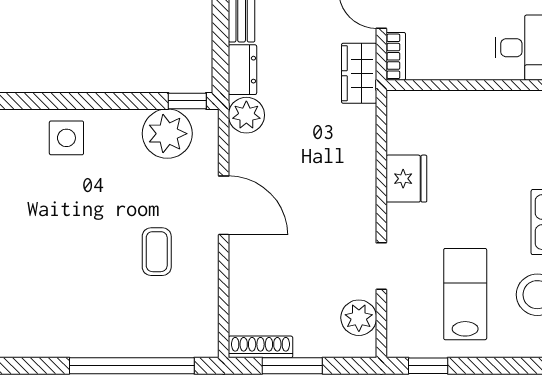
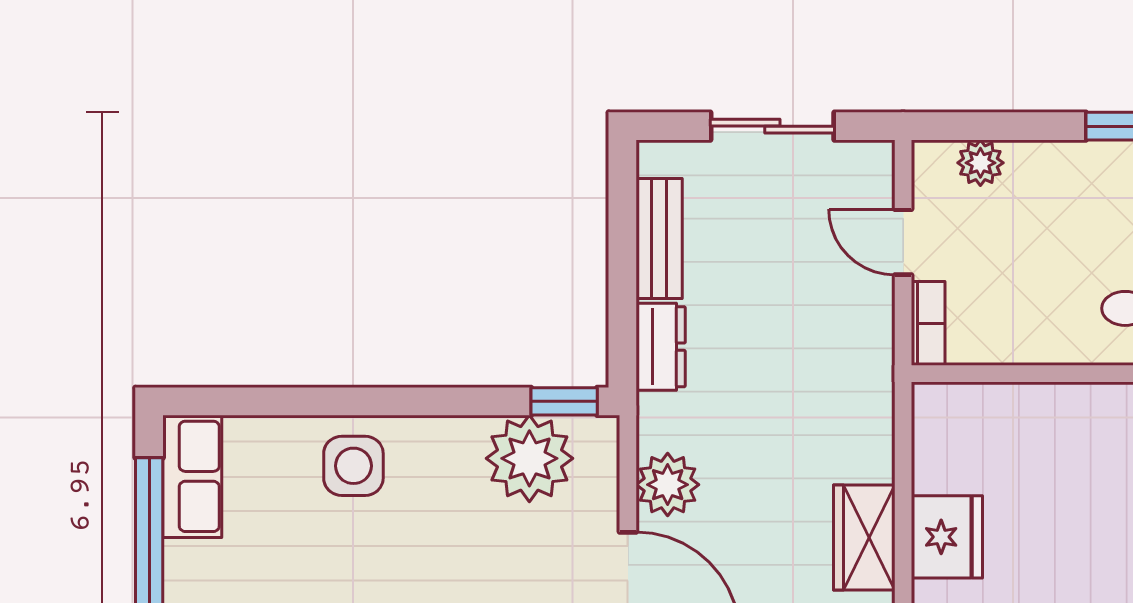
wardrobe: (359, 73) -> (864, 538), moved
plant: (246, 115) -> (668, 485), moved

